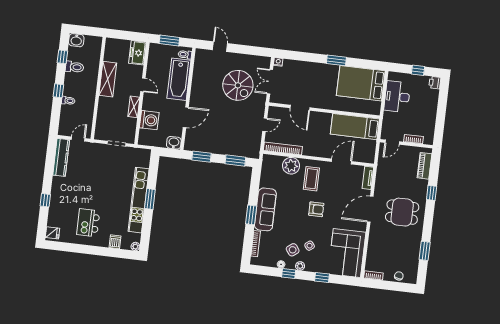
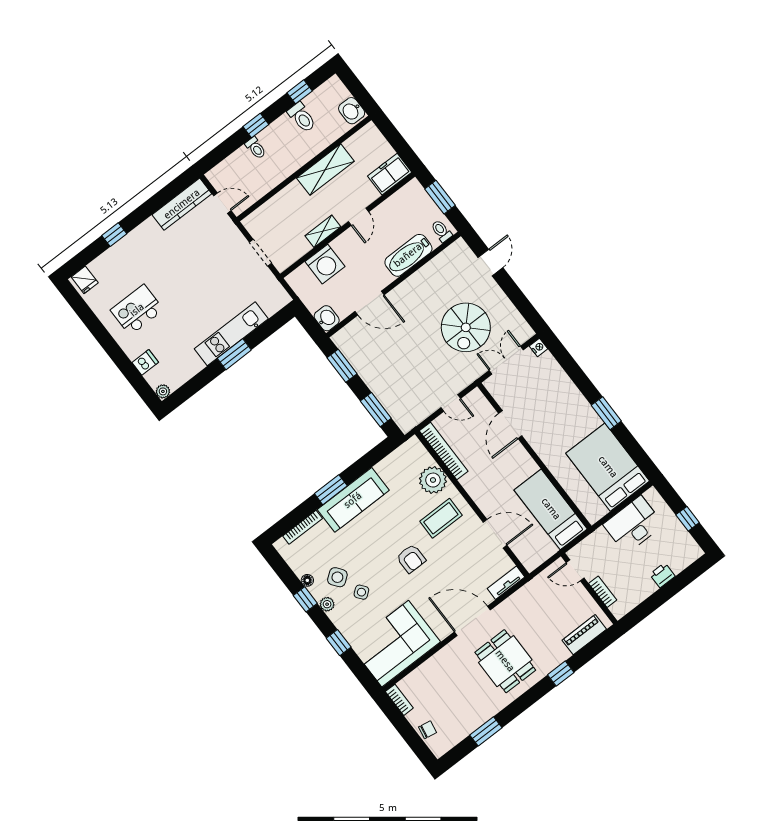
washbasin: (76, 40) -> (352, 111), moved
bathtub: (179, 79) -> (408, 255), width x0.73, depth x0.73
printer: (435, 83) -> (662, 575), moved
kitchen unit: (139, 200) -> (231, 334), width x0.73

